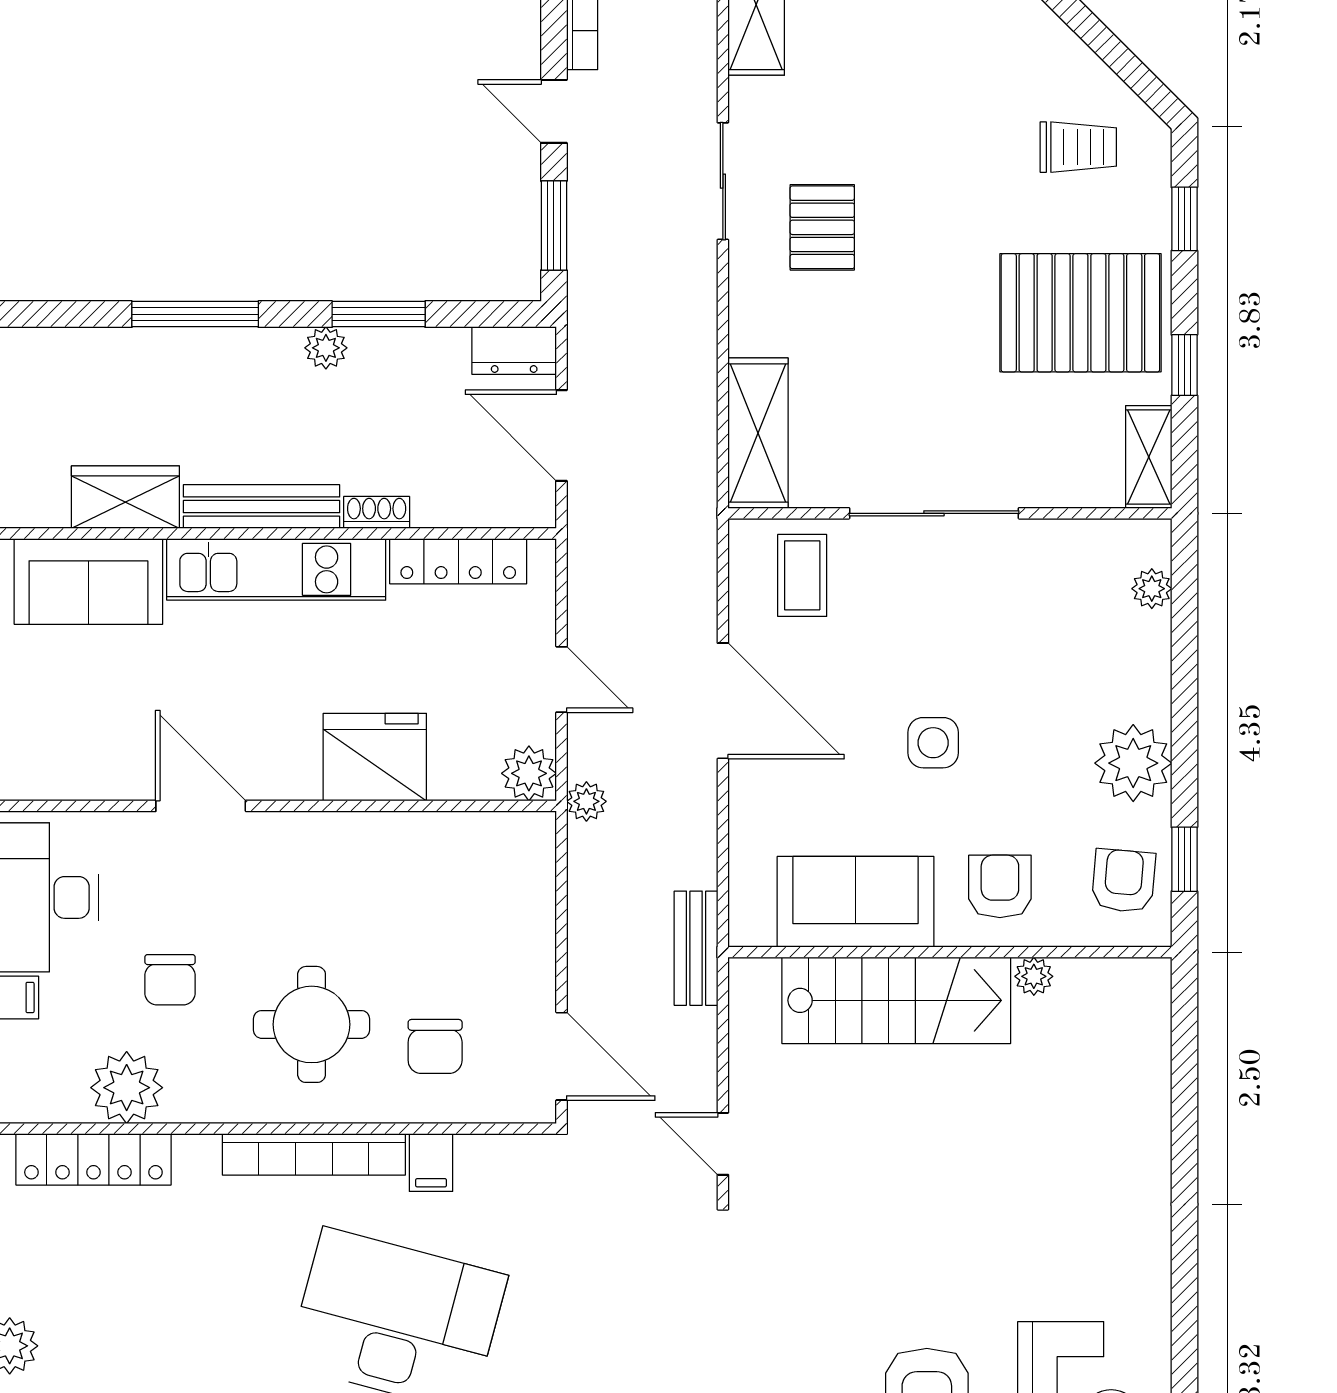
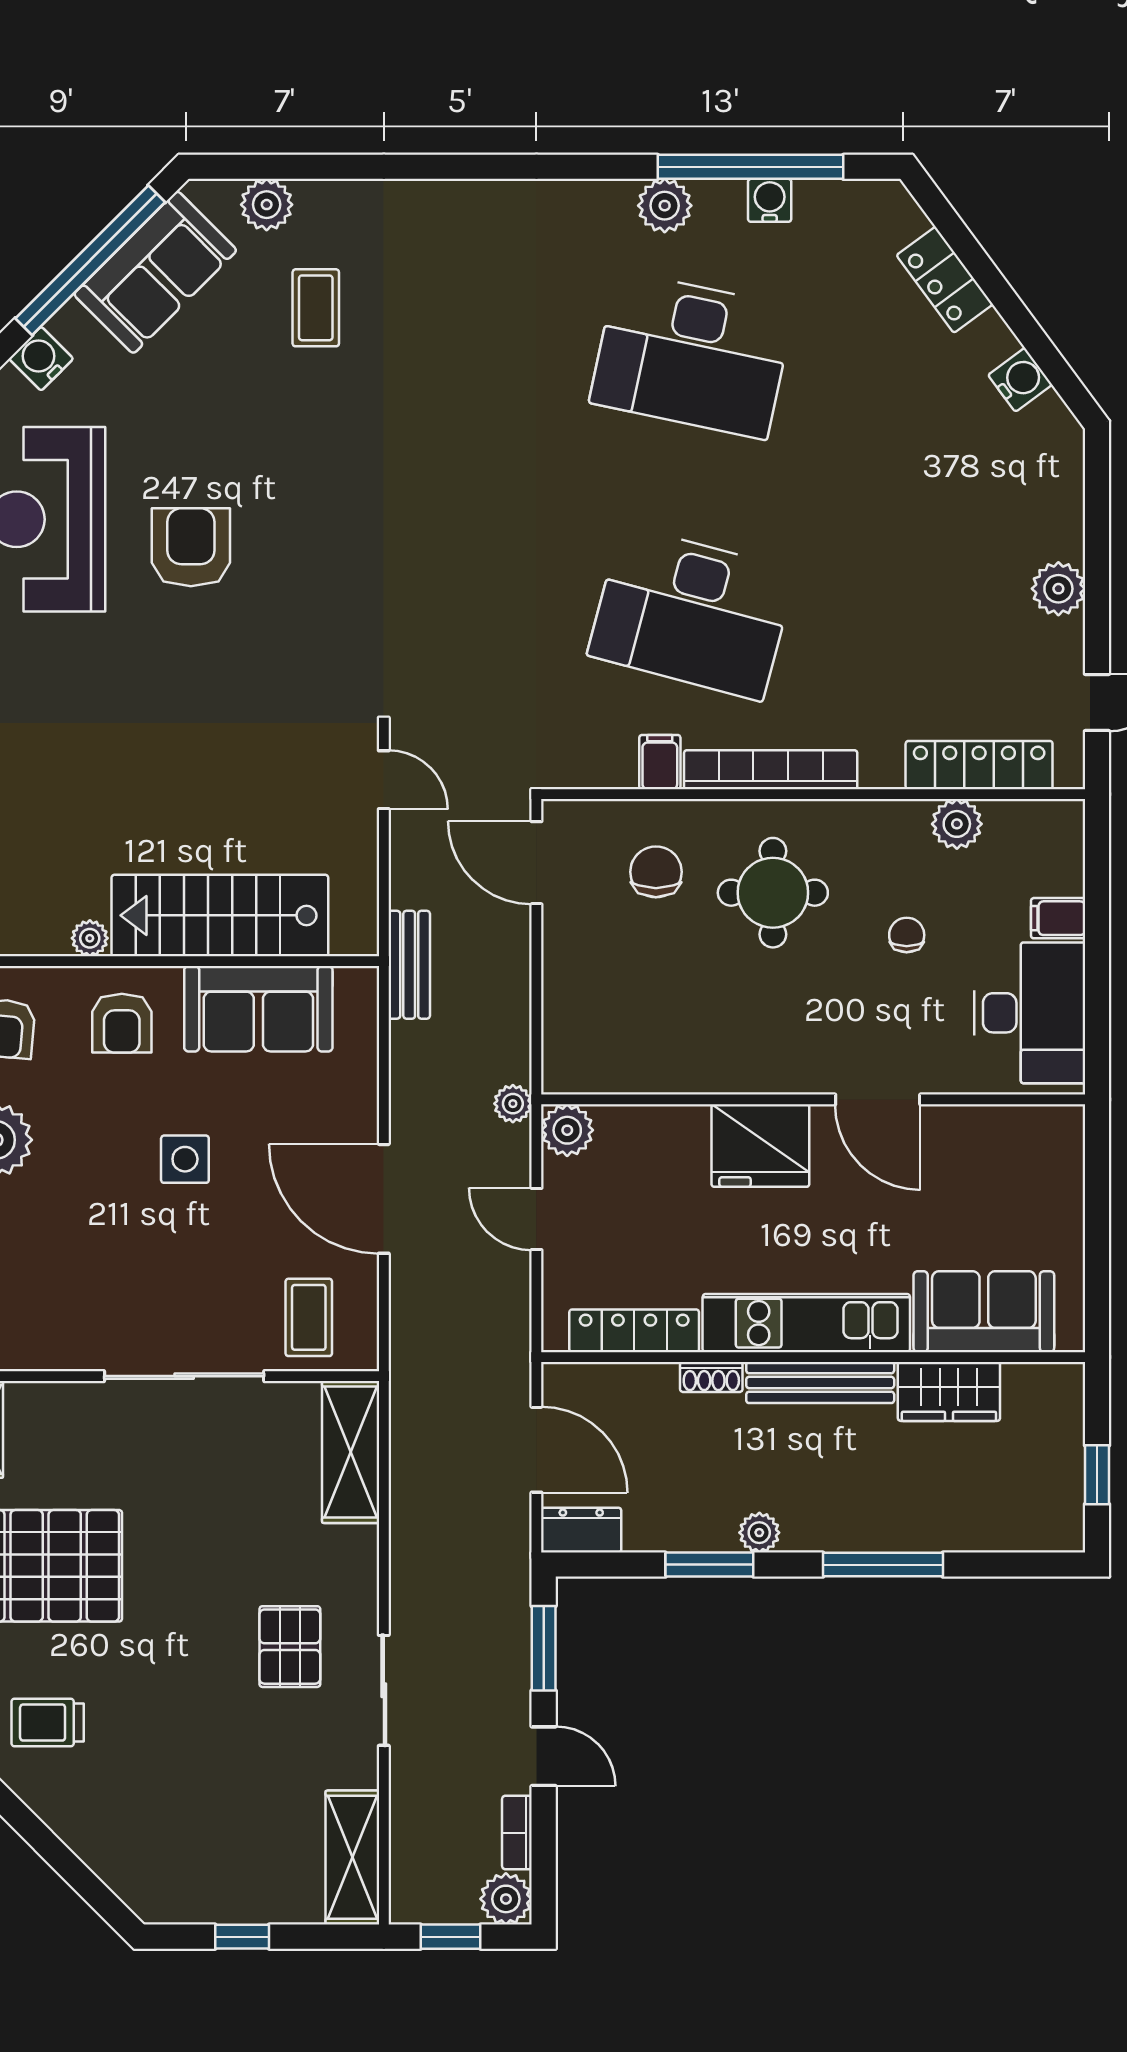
fridge: (375, 757) -> (760, 1146), moved
chair: (170, 980) -> (907, 935), width x0.73, depth x0.73
plant: (127, 1088) -> (957, 824), width x0.73, depth x0.73

